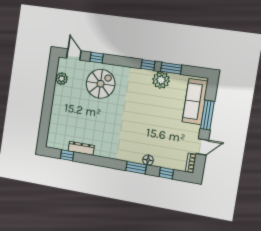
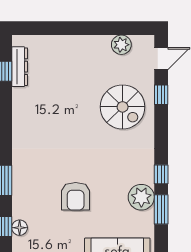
armchair: (154, 123) -> (76, 196), added
dresser: (81, 148) -> (20, 67), moved
floor lamp: (148, 160) -> (20, 228), moved

